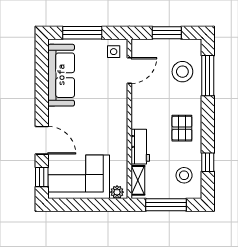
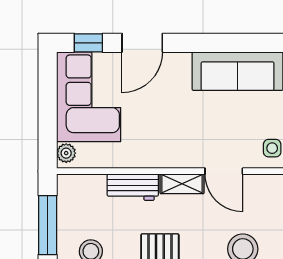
door: (129, 70) -> (224, 171), moved
shelving: (138, 180) -> (182, 184), moved

